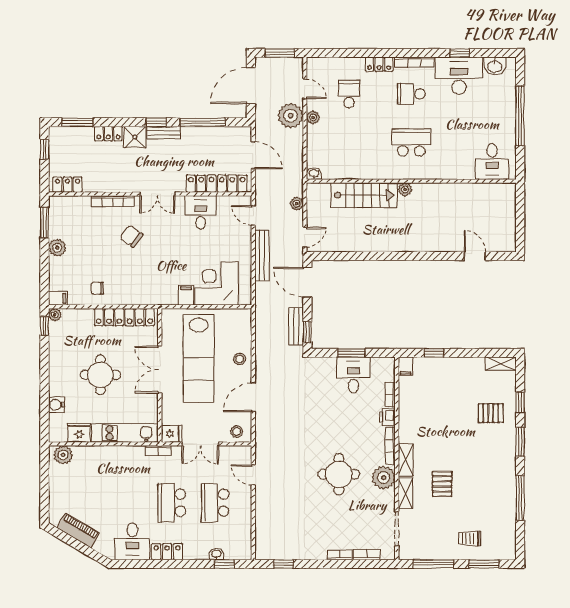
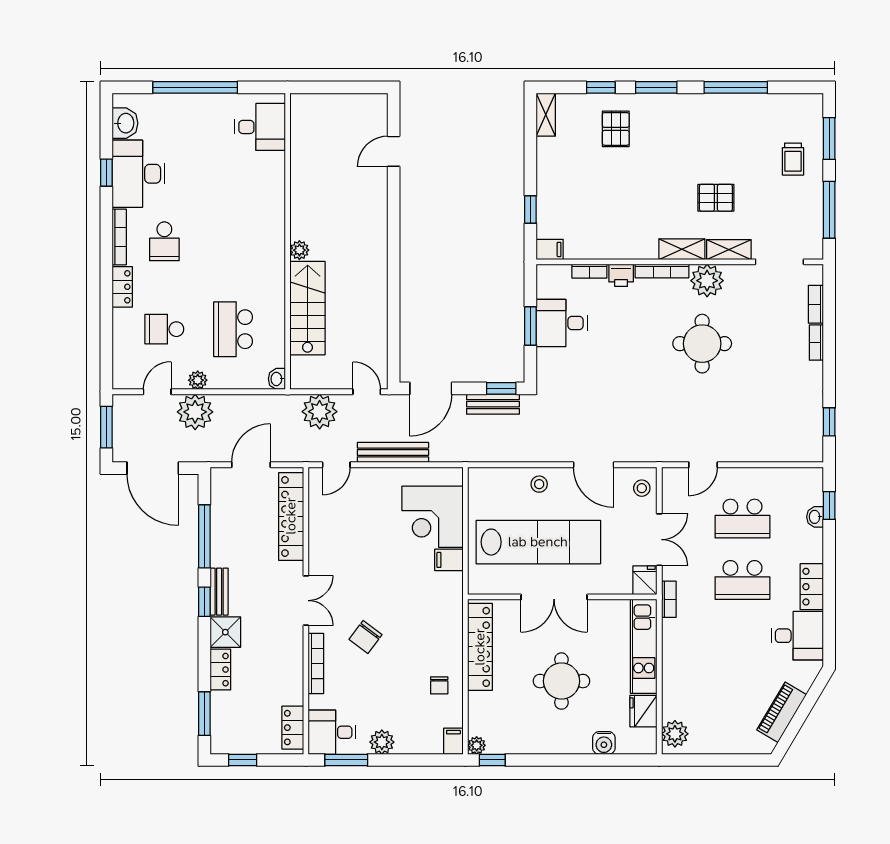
school desk: (411, 143) -> (233, 329), moved
plant: (297, 204) -> (320, 412), width x1.88, depth x1.88
desk: (201, 212) -> (332, 732), moved

